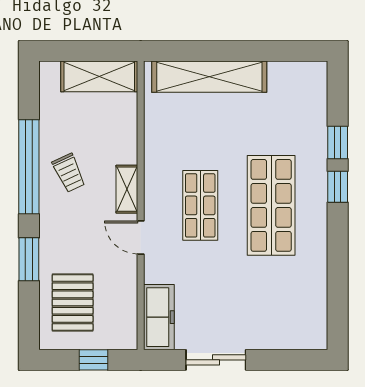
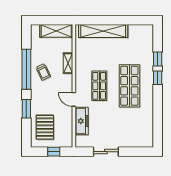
shelving: (127, 189) -> (68, 63), moved
freezer: (159, 317) -> (82, 121), moved

